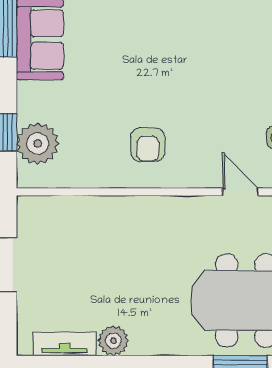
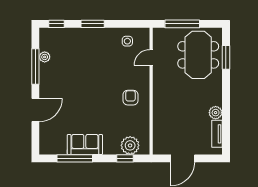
armchair: (148, 145) -> (130, 98), turned -90

